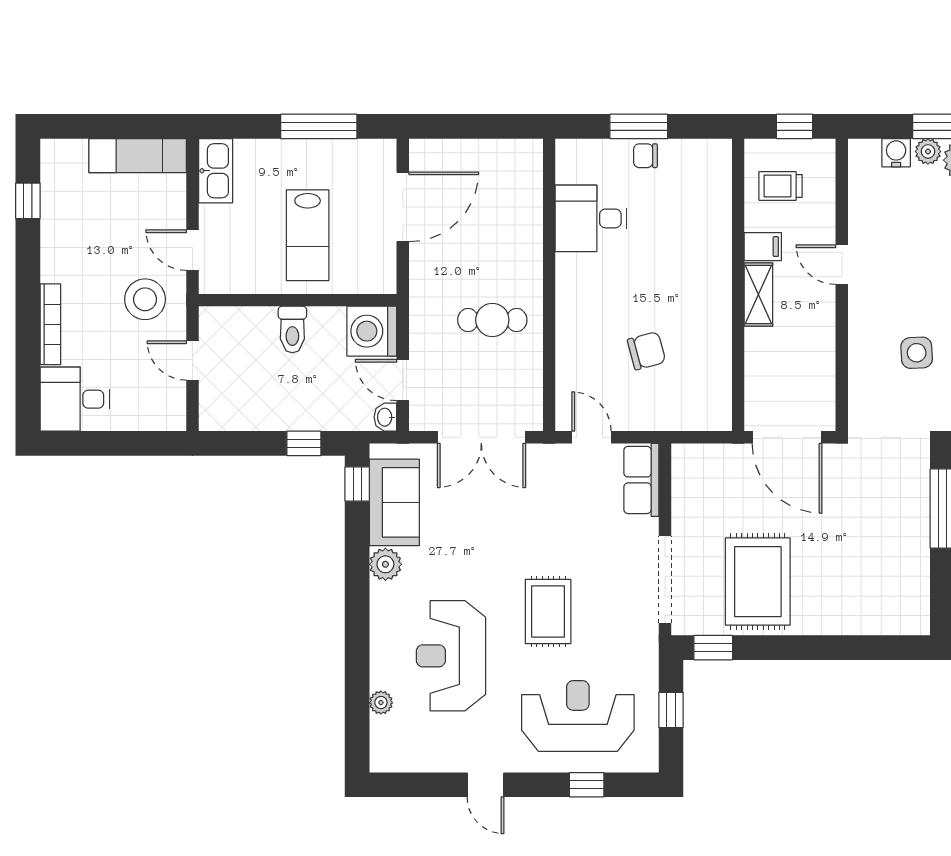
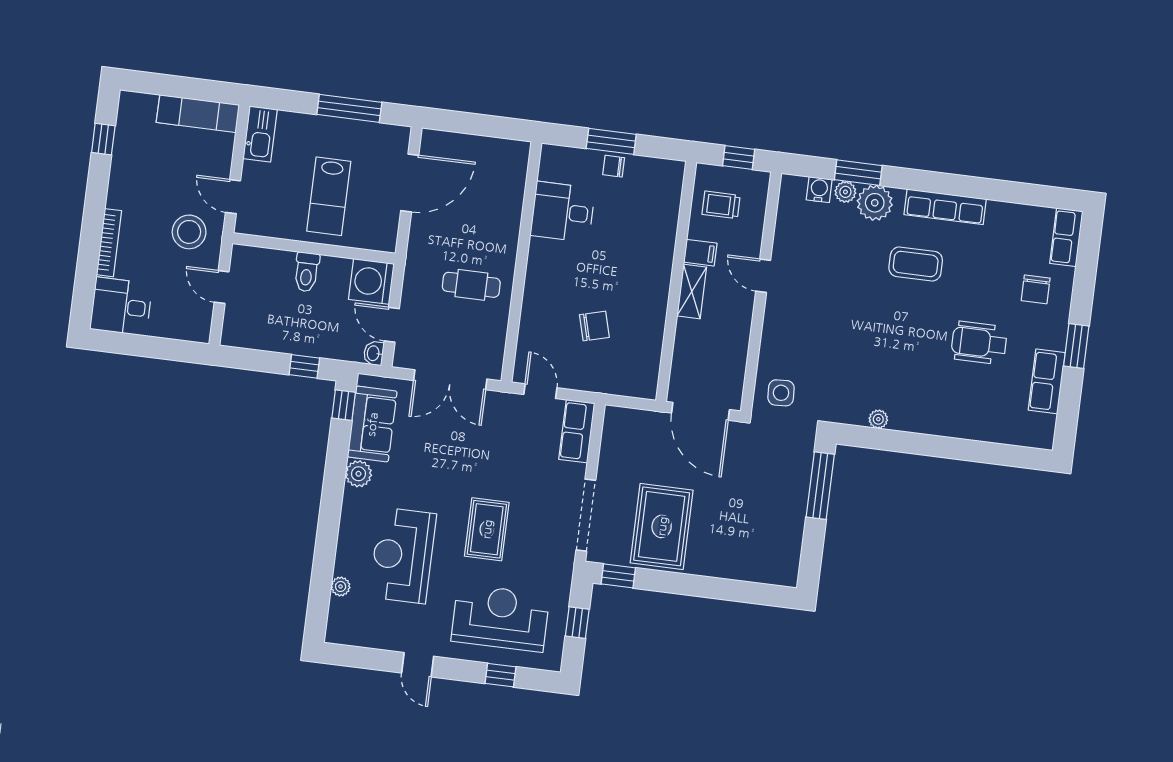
side table: (917, 353) -> (781, 393), moved

